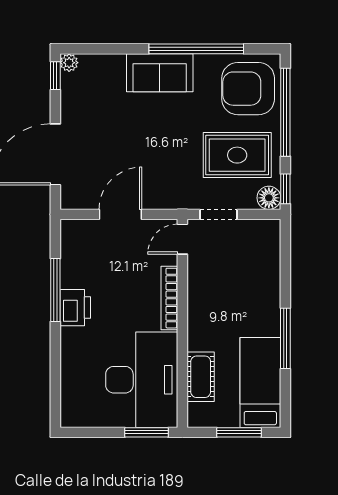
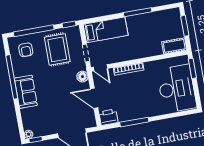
armchair: (248, 89) -> (26, 50), width x0.53, depth x0.53
floor lamp: (269, 198) -> (82, 77), moved
printer: (75, 308) -> (108, 117), moved
cot: (201, 377) -> (174, 46), moved
desk: (142, 380) -> (177, 89), moved, turned 90
bed: (260, 383) -> (106, 30), moved, turned 180

